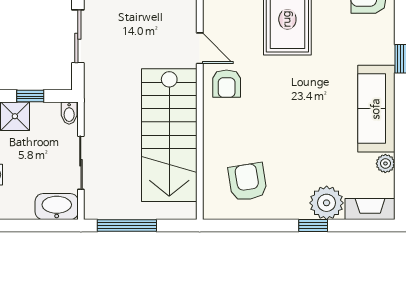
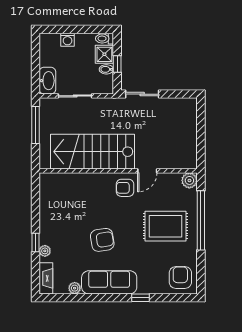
sliding door: (78, 36) -> (142, 94), moved
bidet: (69, 113) -> (106, 69), moved
armchair: (248, 182) -> (102, 240), moved
plant: (327, 203) -> (45, 251), width x0.53, depth x0.53

